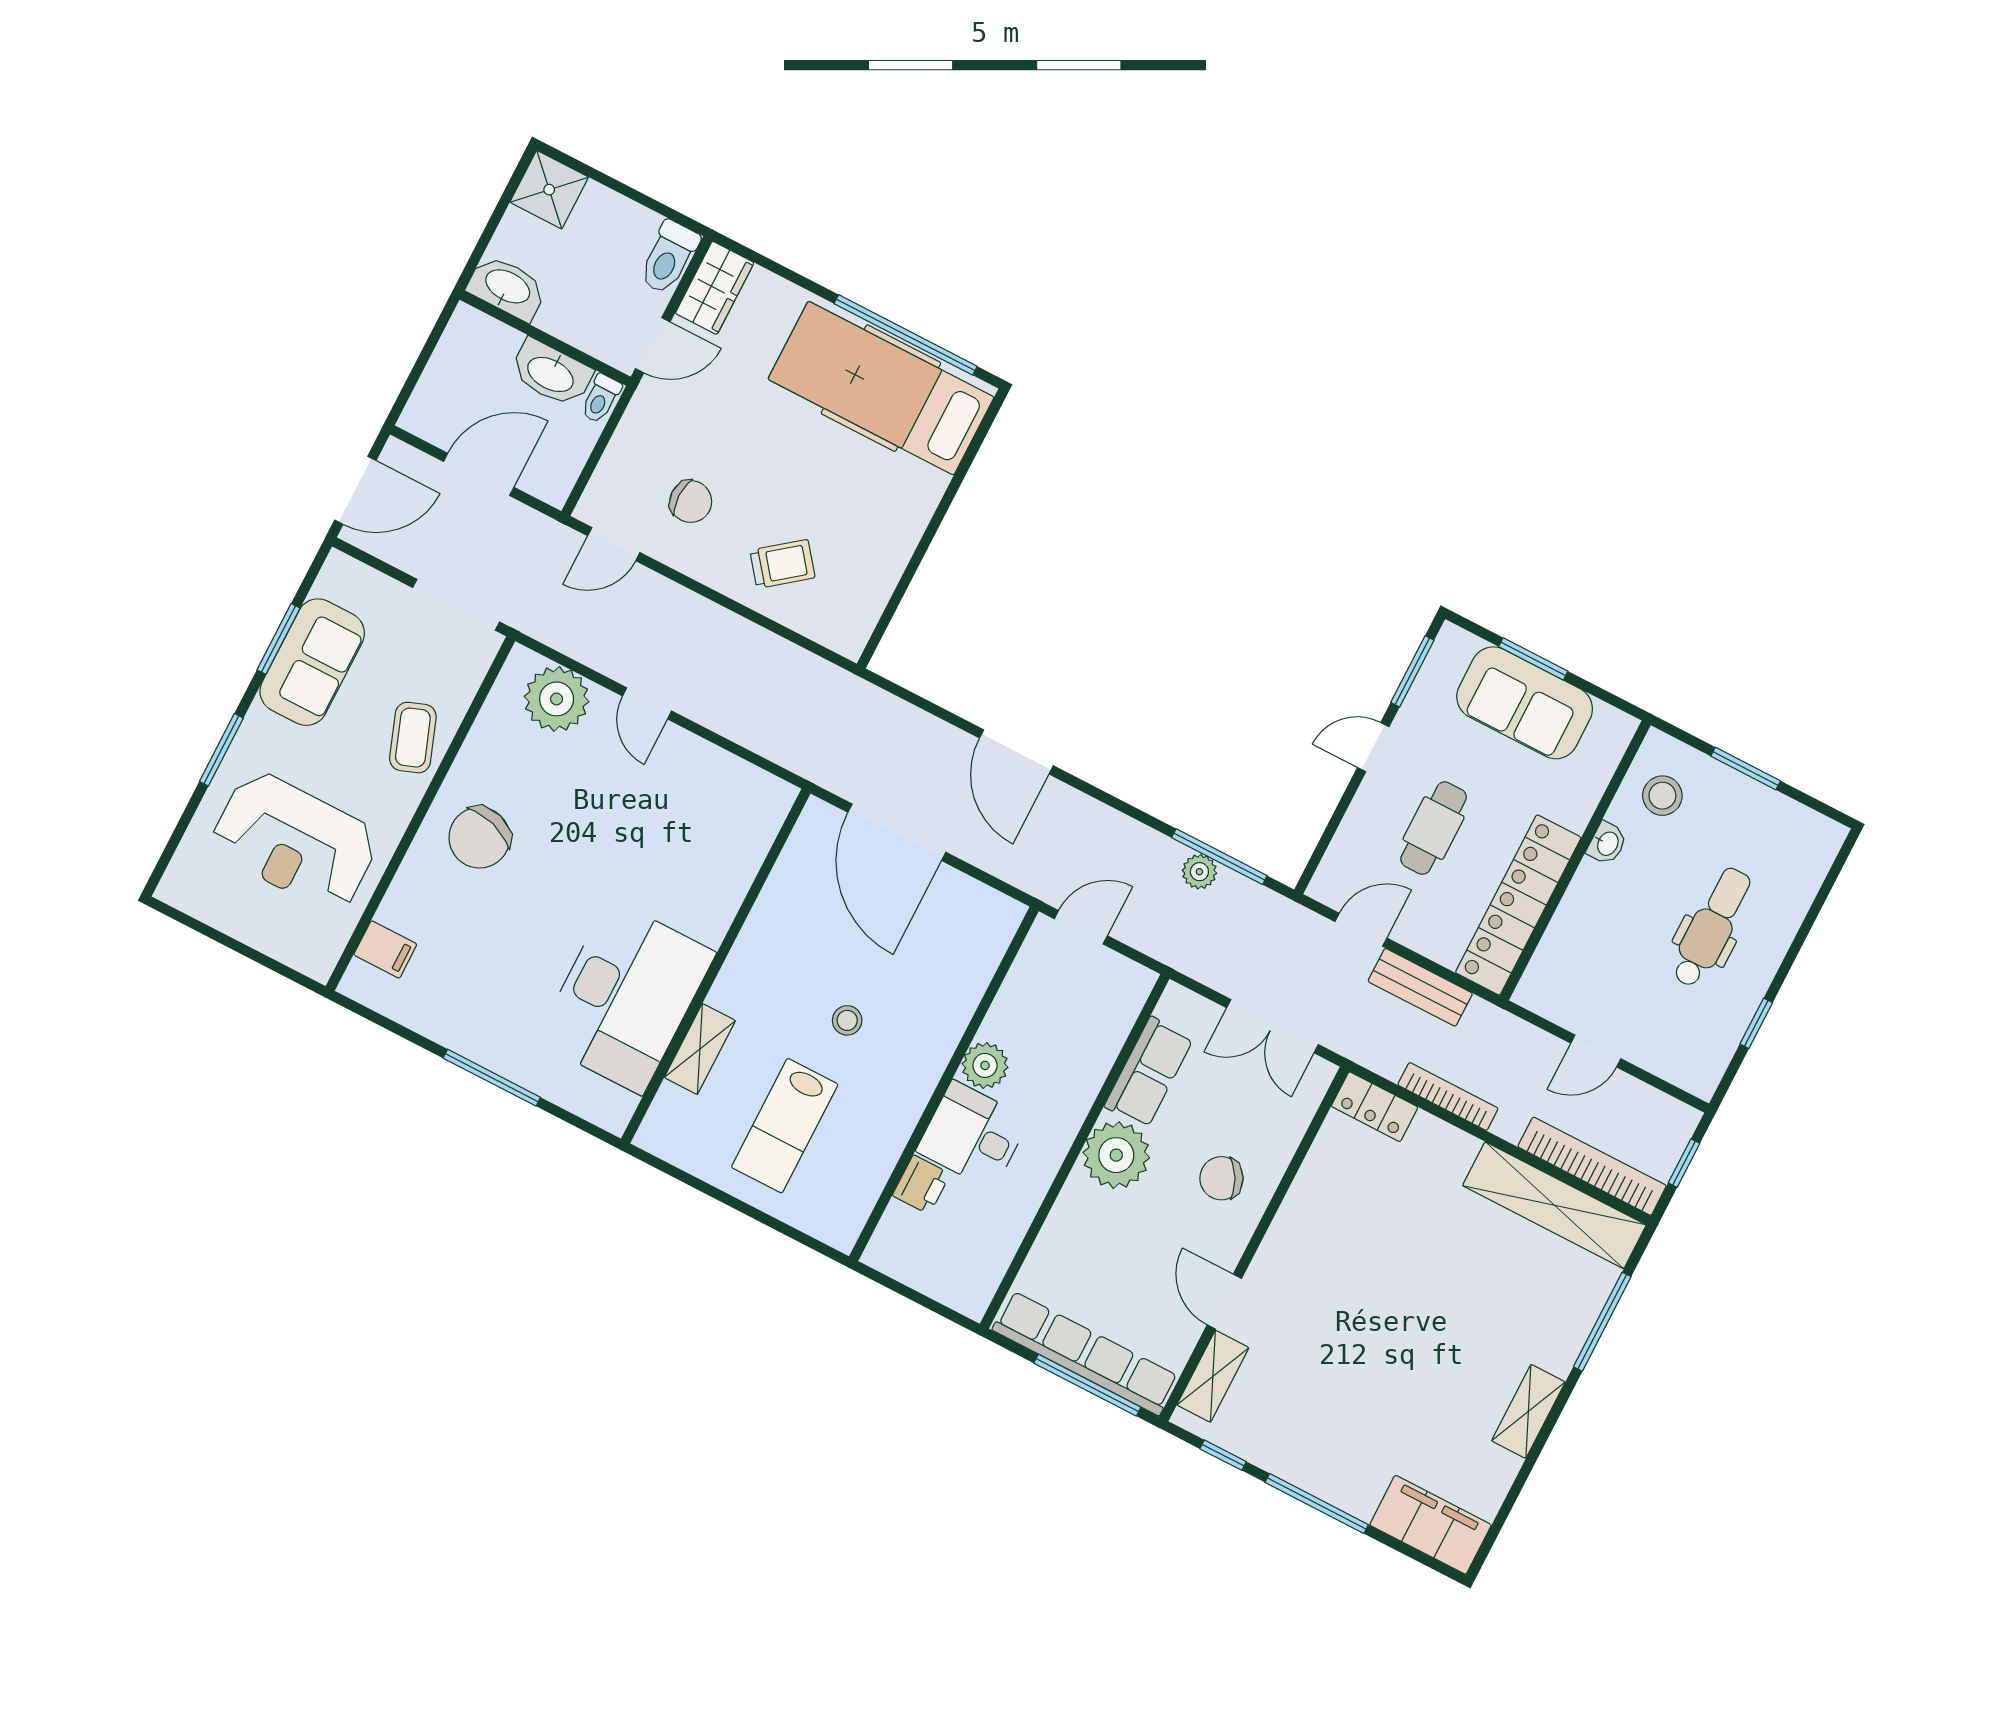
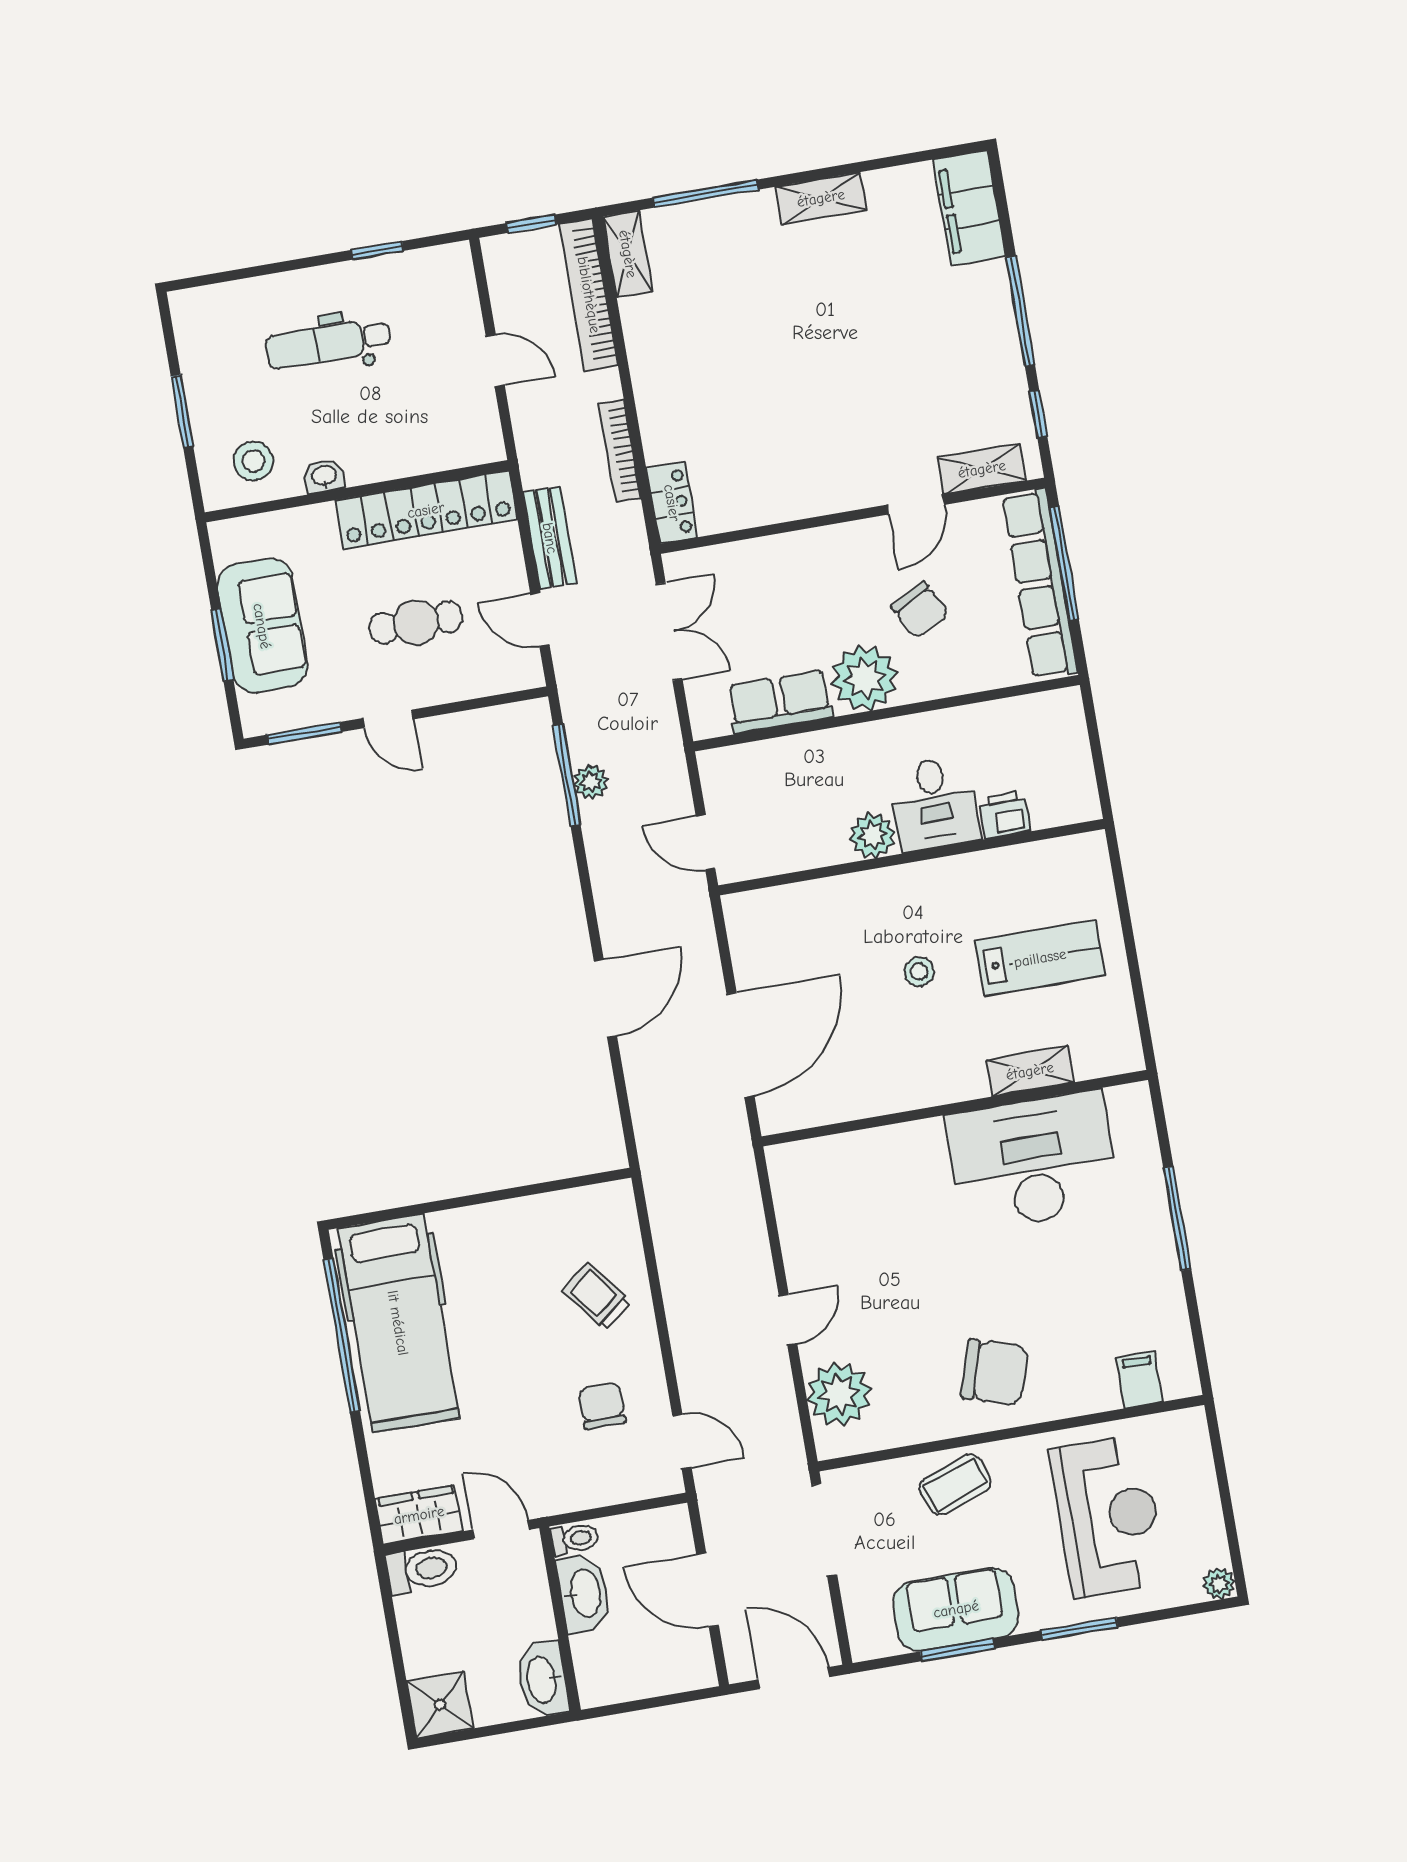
plant: (173, 889) -> (1219, 1584), added
chair: (1221, 1178) -> (920, 610), moved
shelving: (1554, 1205) -> (628, 254), width x0.45, depth x0.75

